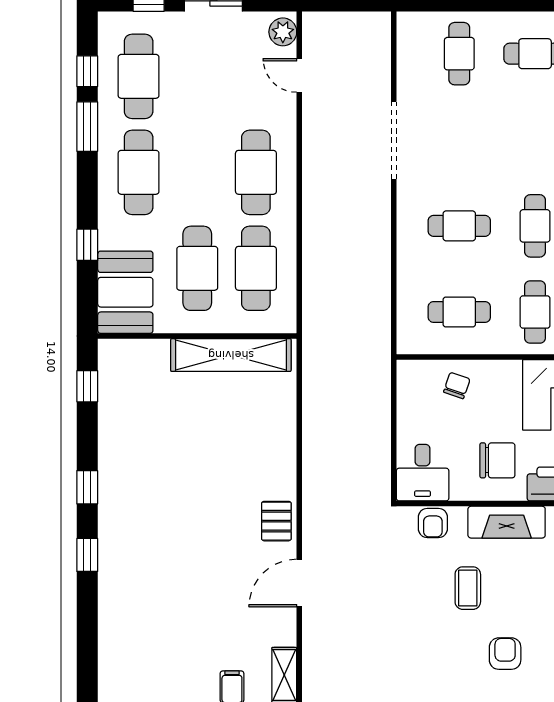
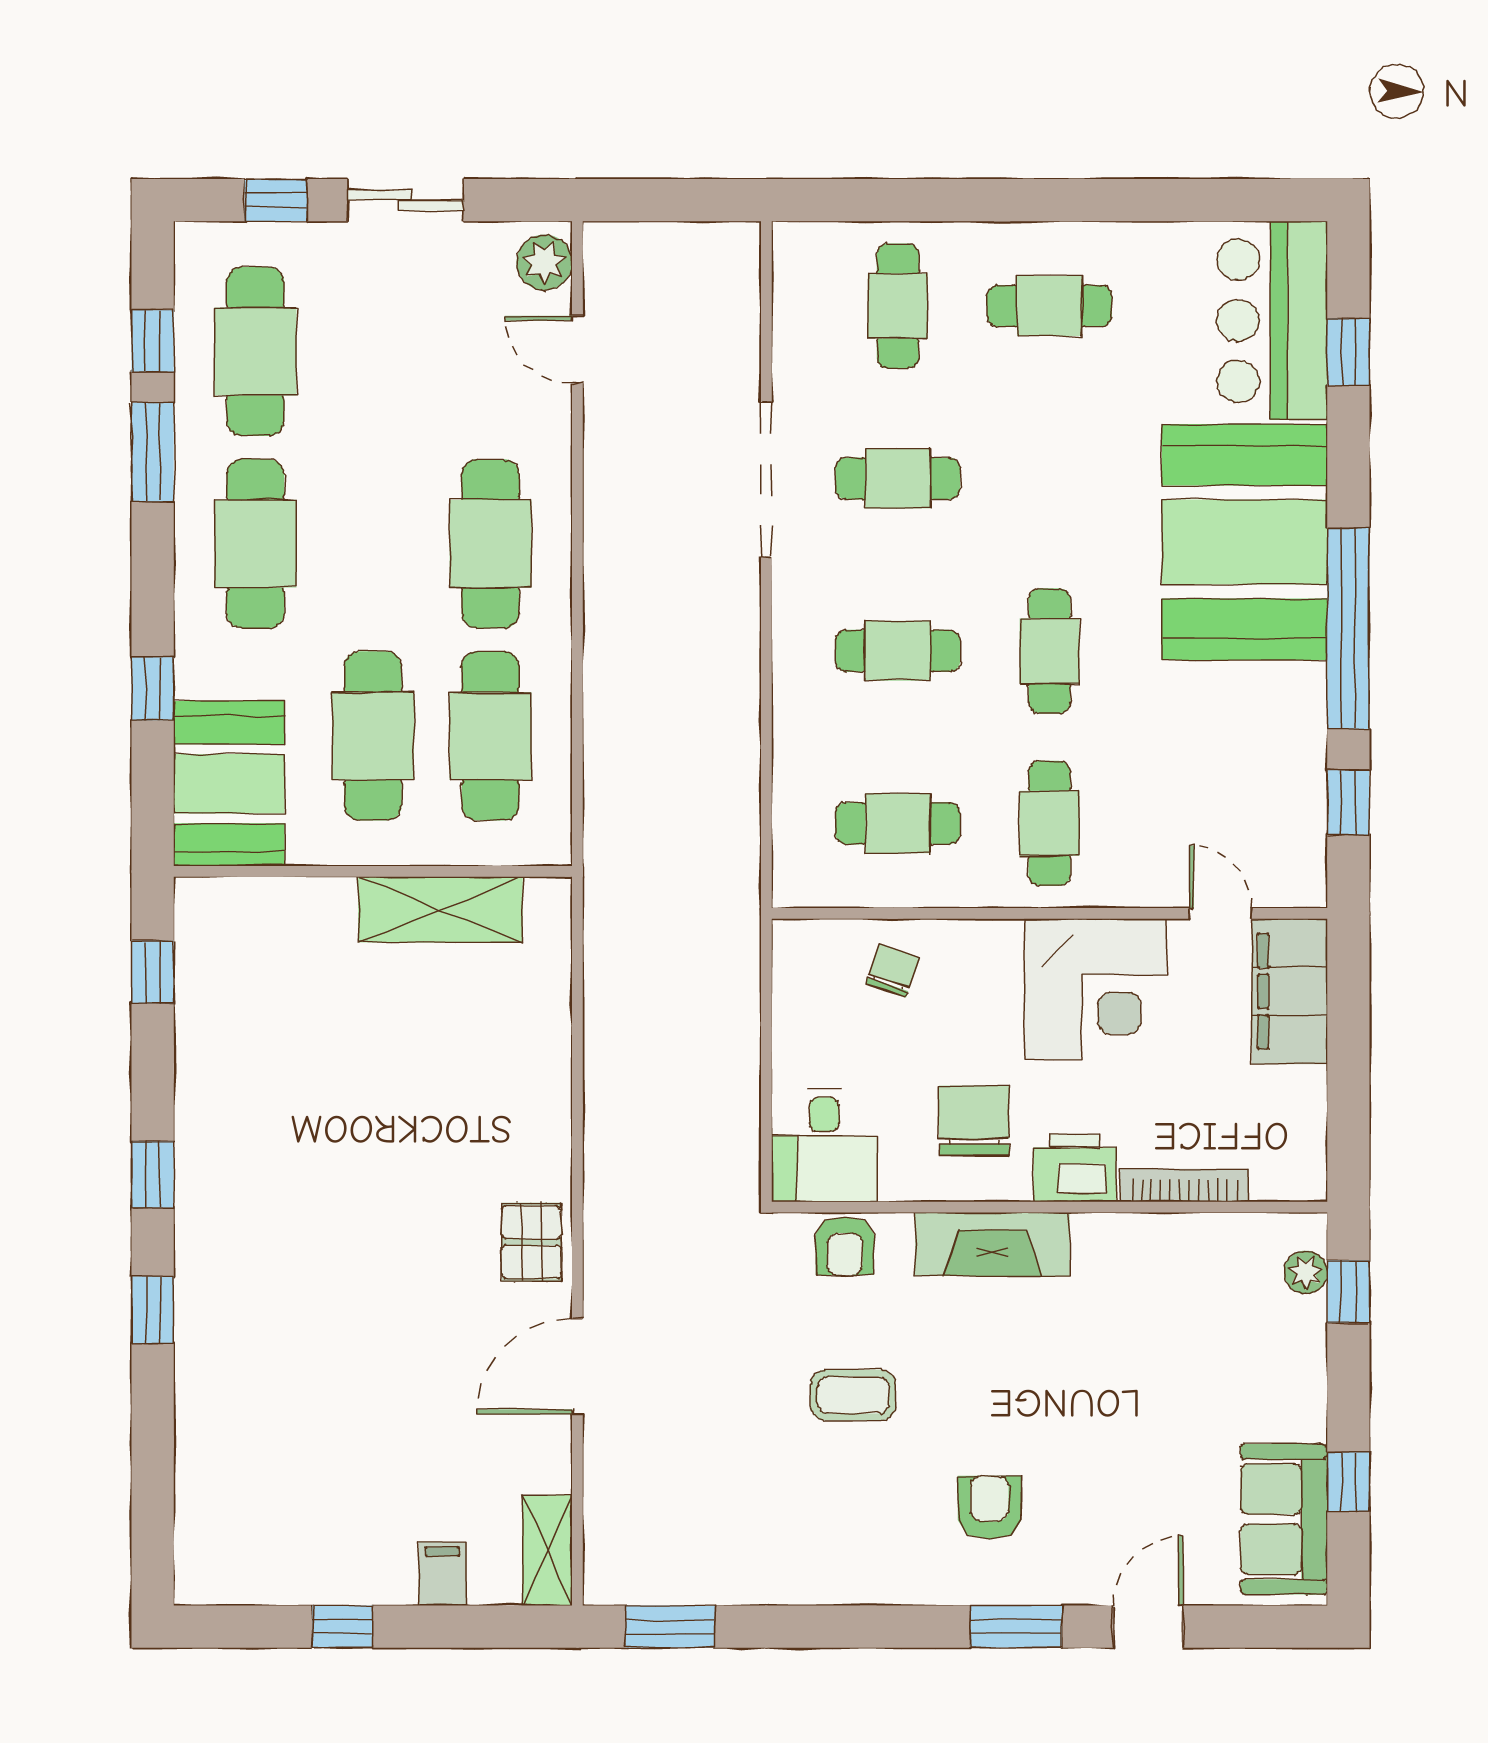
cafe table: (459, 140) -> (898, 478), added
shelving: (231, 355) -> (440, 910), width x0.68
chair: (497, 460) -> (974, 1121), turned -90
coffee table: (468, 588) -> (853, 1395), moved, turned 90

